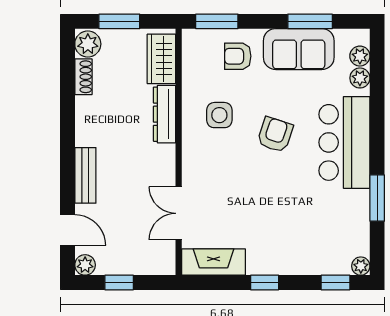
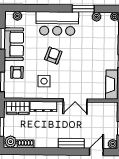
plant: (360, 78) -> (96, 17), moved
armchair: (275, 135) -> (53, 55), turned 92
double door: (179, 213) -> (75, 100), moved

